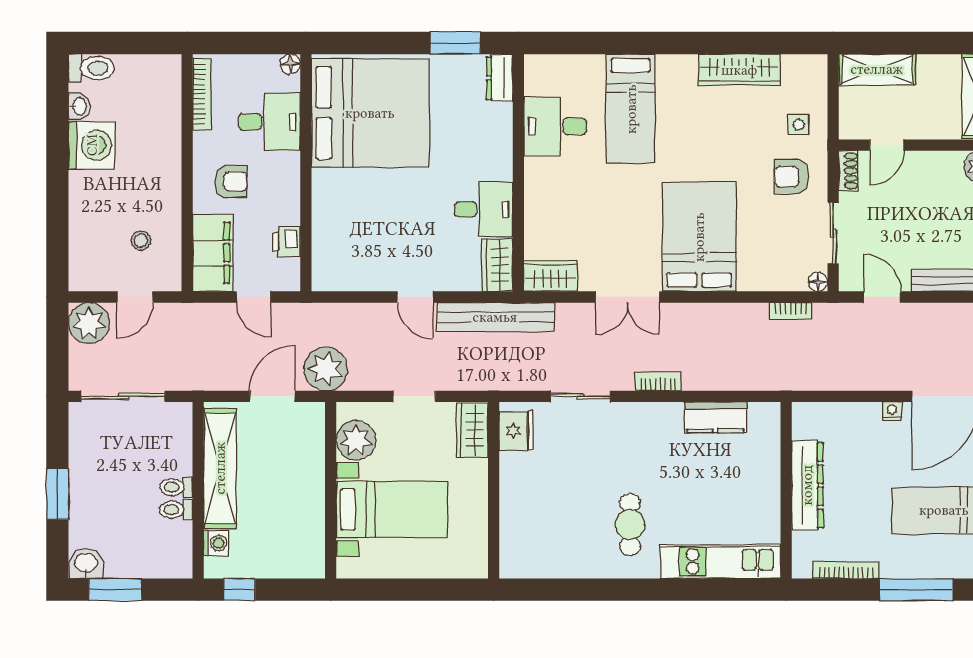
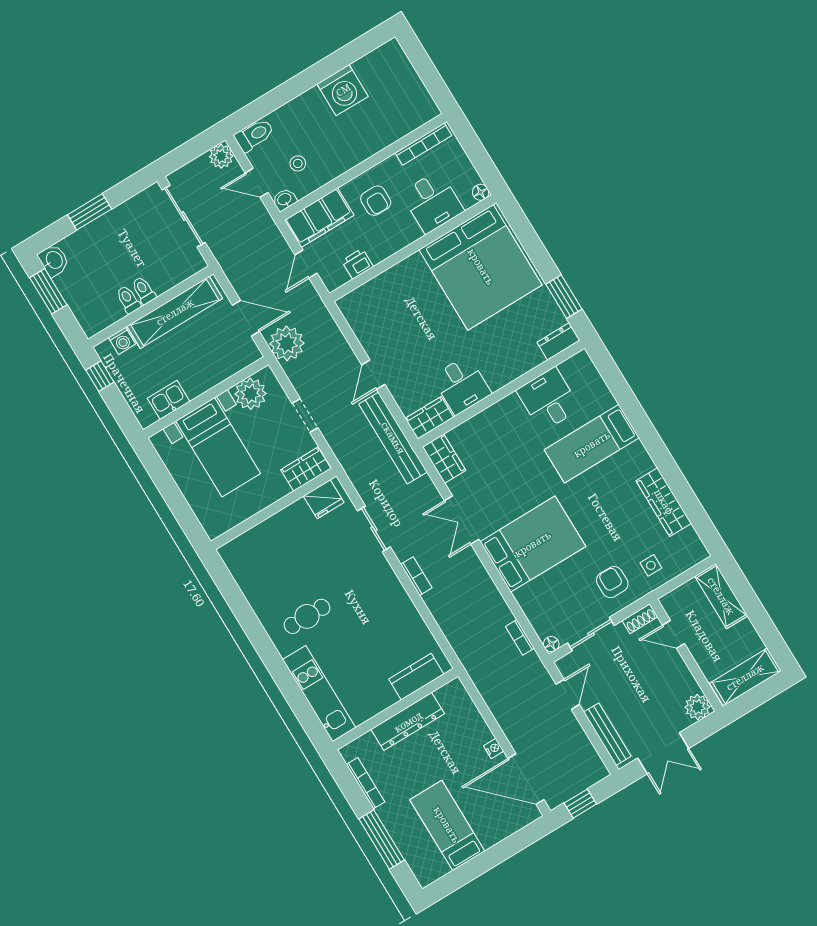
toilet: (91, 68) -> (254, 135), moved, turned -90
washbasin: (79, 106) -> (284, 200), moved, turned 180
plant: (89, 323) -> (221, 156), width x0.73, depth x0.73
kitchen counter: (716, 417) -> (416, 677), moved, turned 90
kitchen sink: (309, 532) -> (169, 400), added

